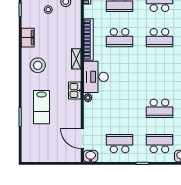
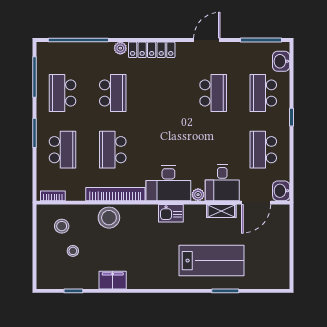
school desk: (120, 38) -> (113, 150), turned 180
shelving: (76, 59) -> (221, 211), moved
stool: (38, 65) -> (109, 218), moved
kitchen sink: (75, 90) -> (171, 213), moved
lab bench: (41, 107) -> (212, 261), width x1.36, depth x1.39
desk: (96, 115) -> (222, 183), added

